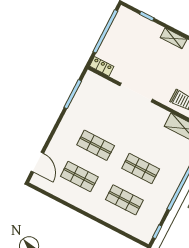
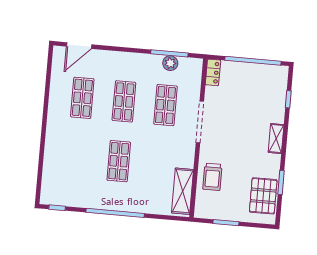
plant: (81, 97) -> (170, 63), added
shop shelf: (124, 200) -> (165, 105), moved

